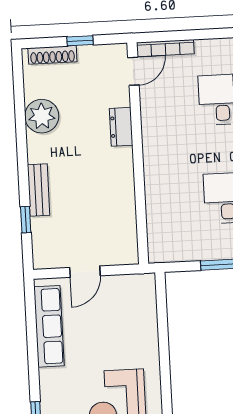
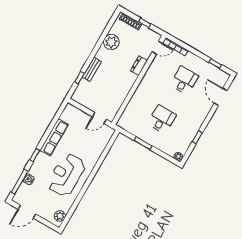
door: (85, 272) -> (99, 118), moved
row of seats: (49, 326) -> (54, 137), moved

